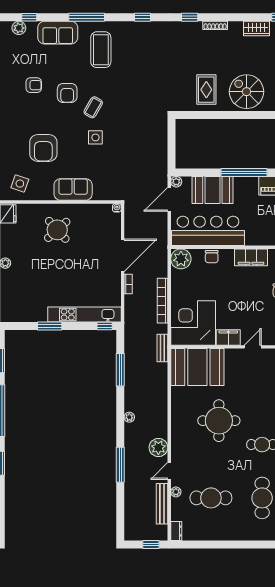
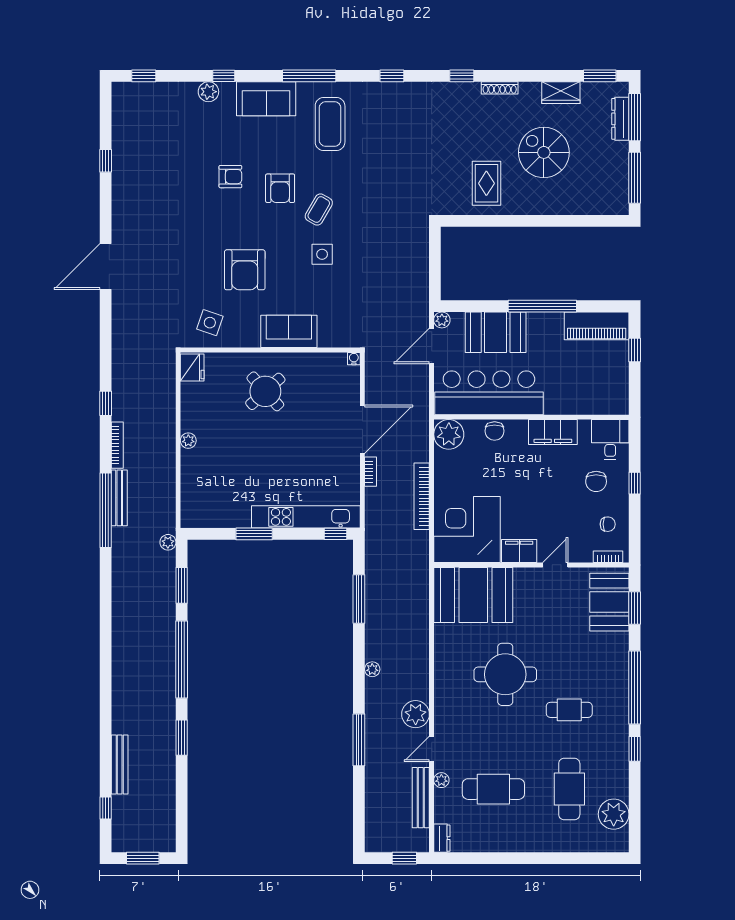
spiral stairs: (247, 92) -> (544, 152), moved
bench: (162, 348) -> (421, 567), removed

